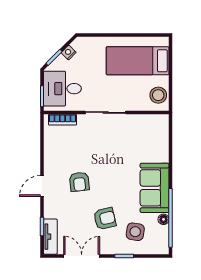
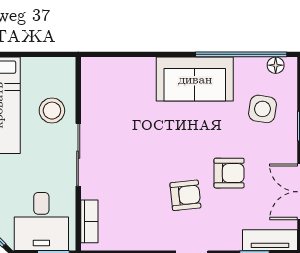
stool: (158, 95) -> (52, 111), moved
armchair: (105, 219) -> (229, 173), moved, turned 103
floor lamp: (164, 219) -> (276, 65), moved

